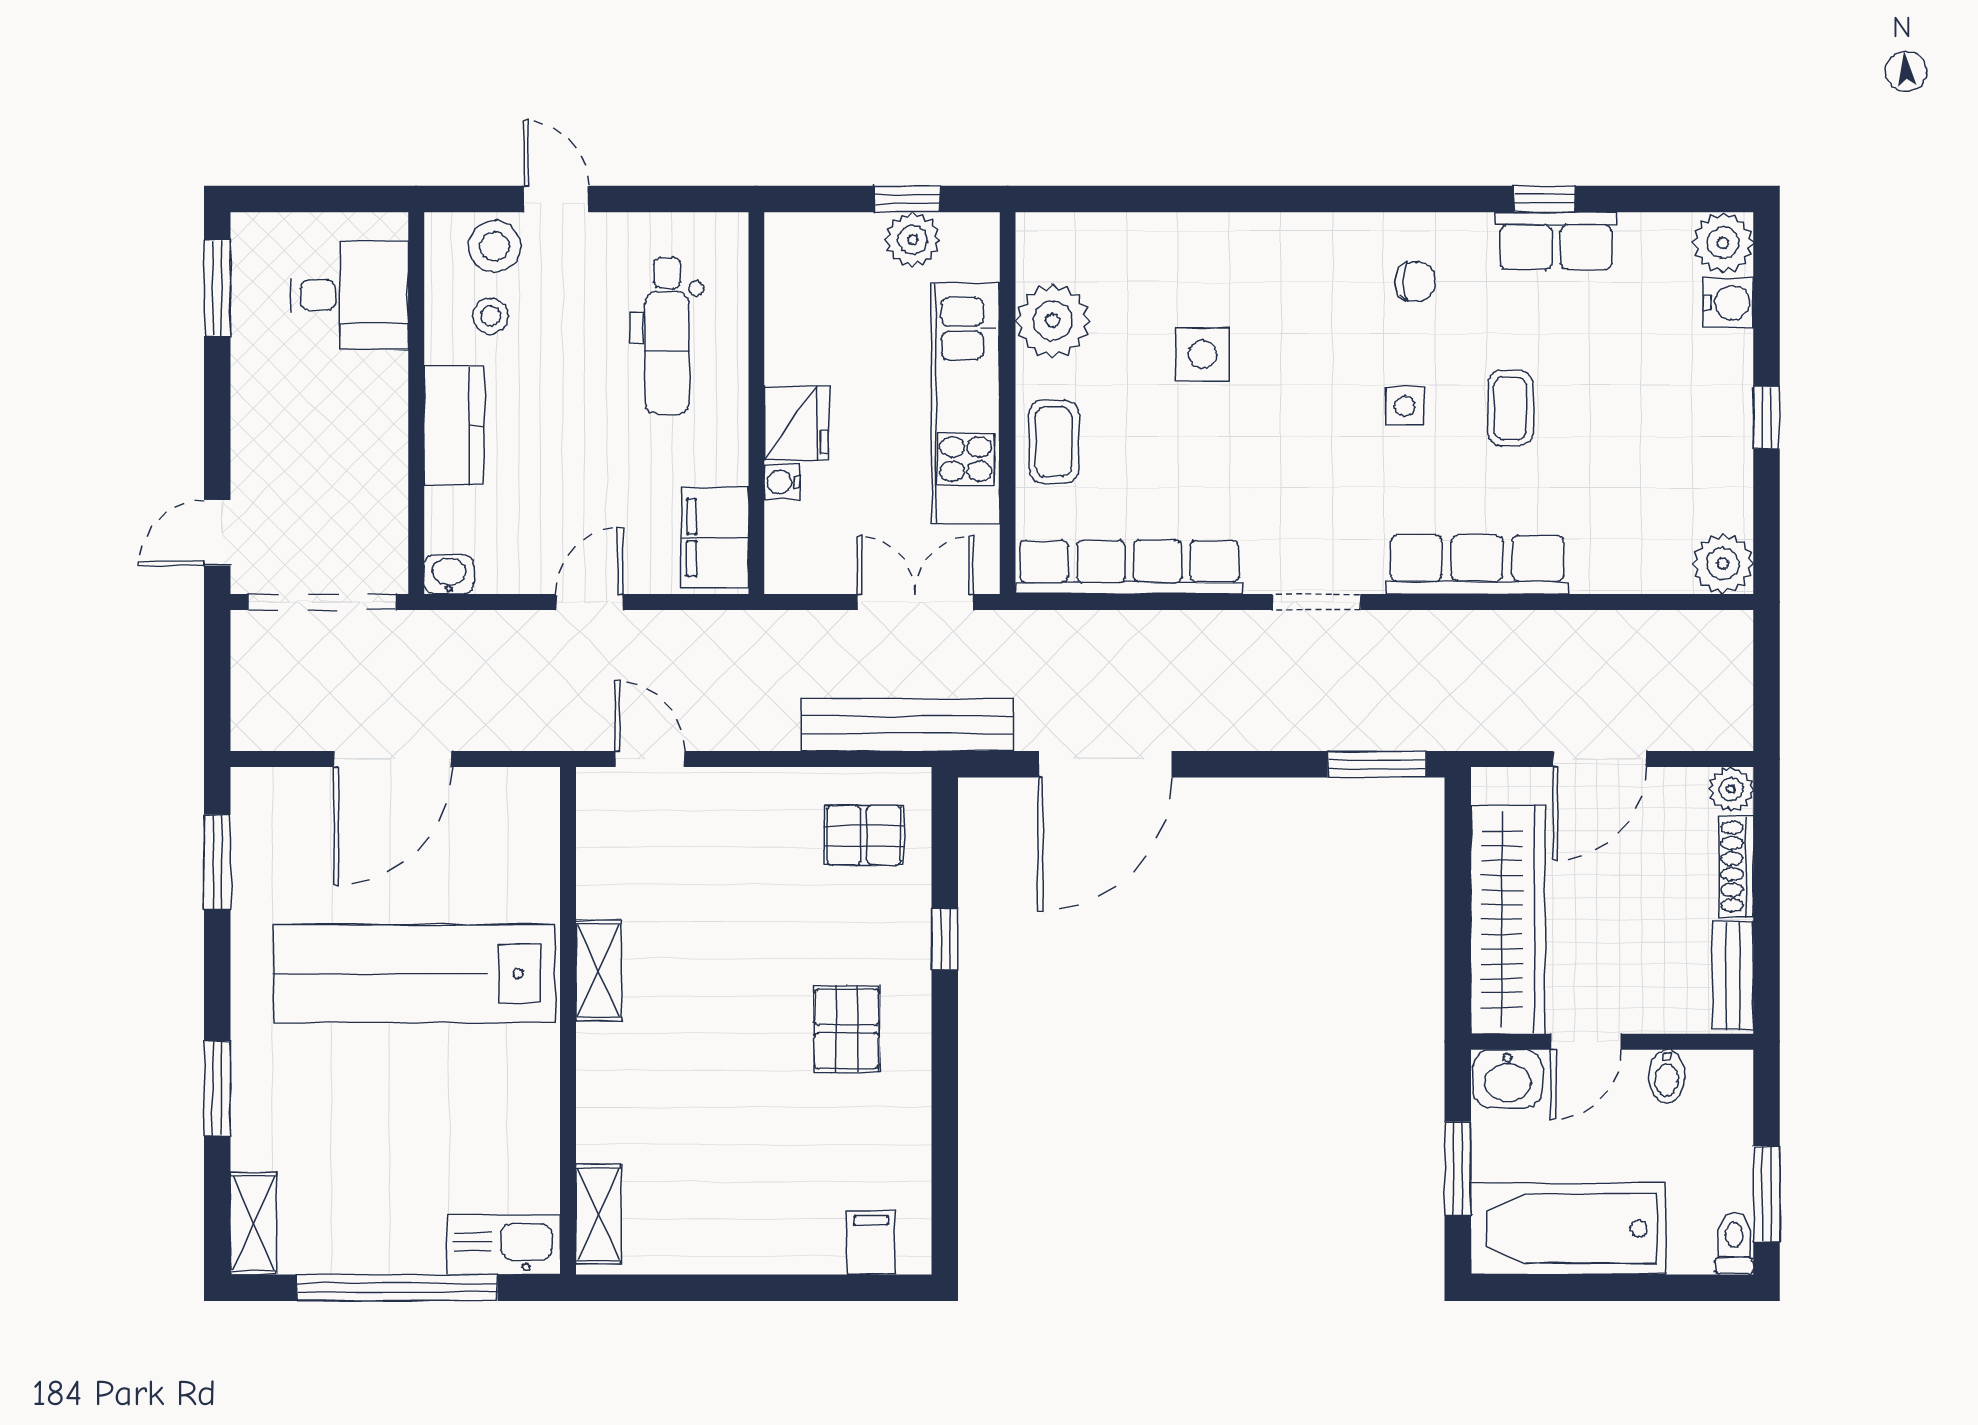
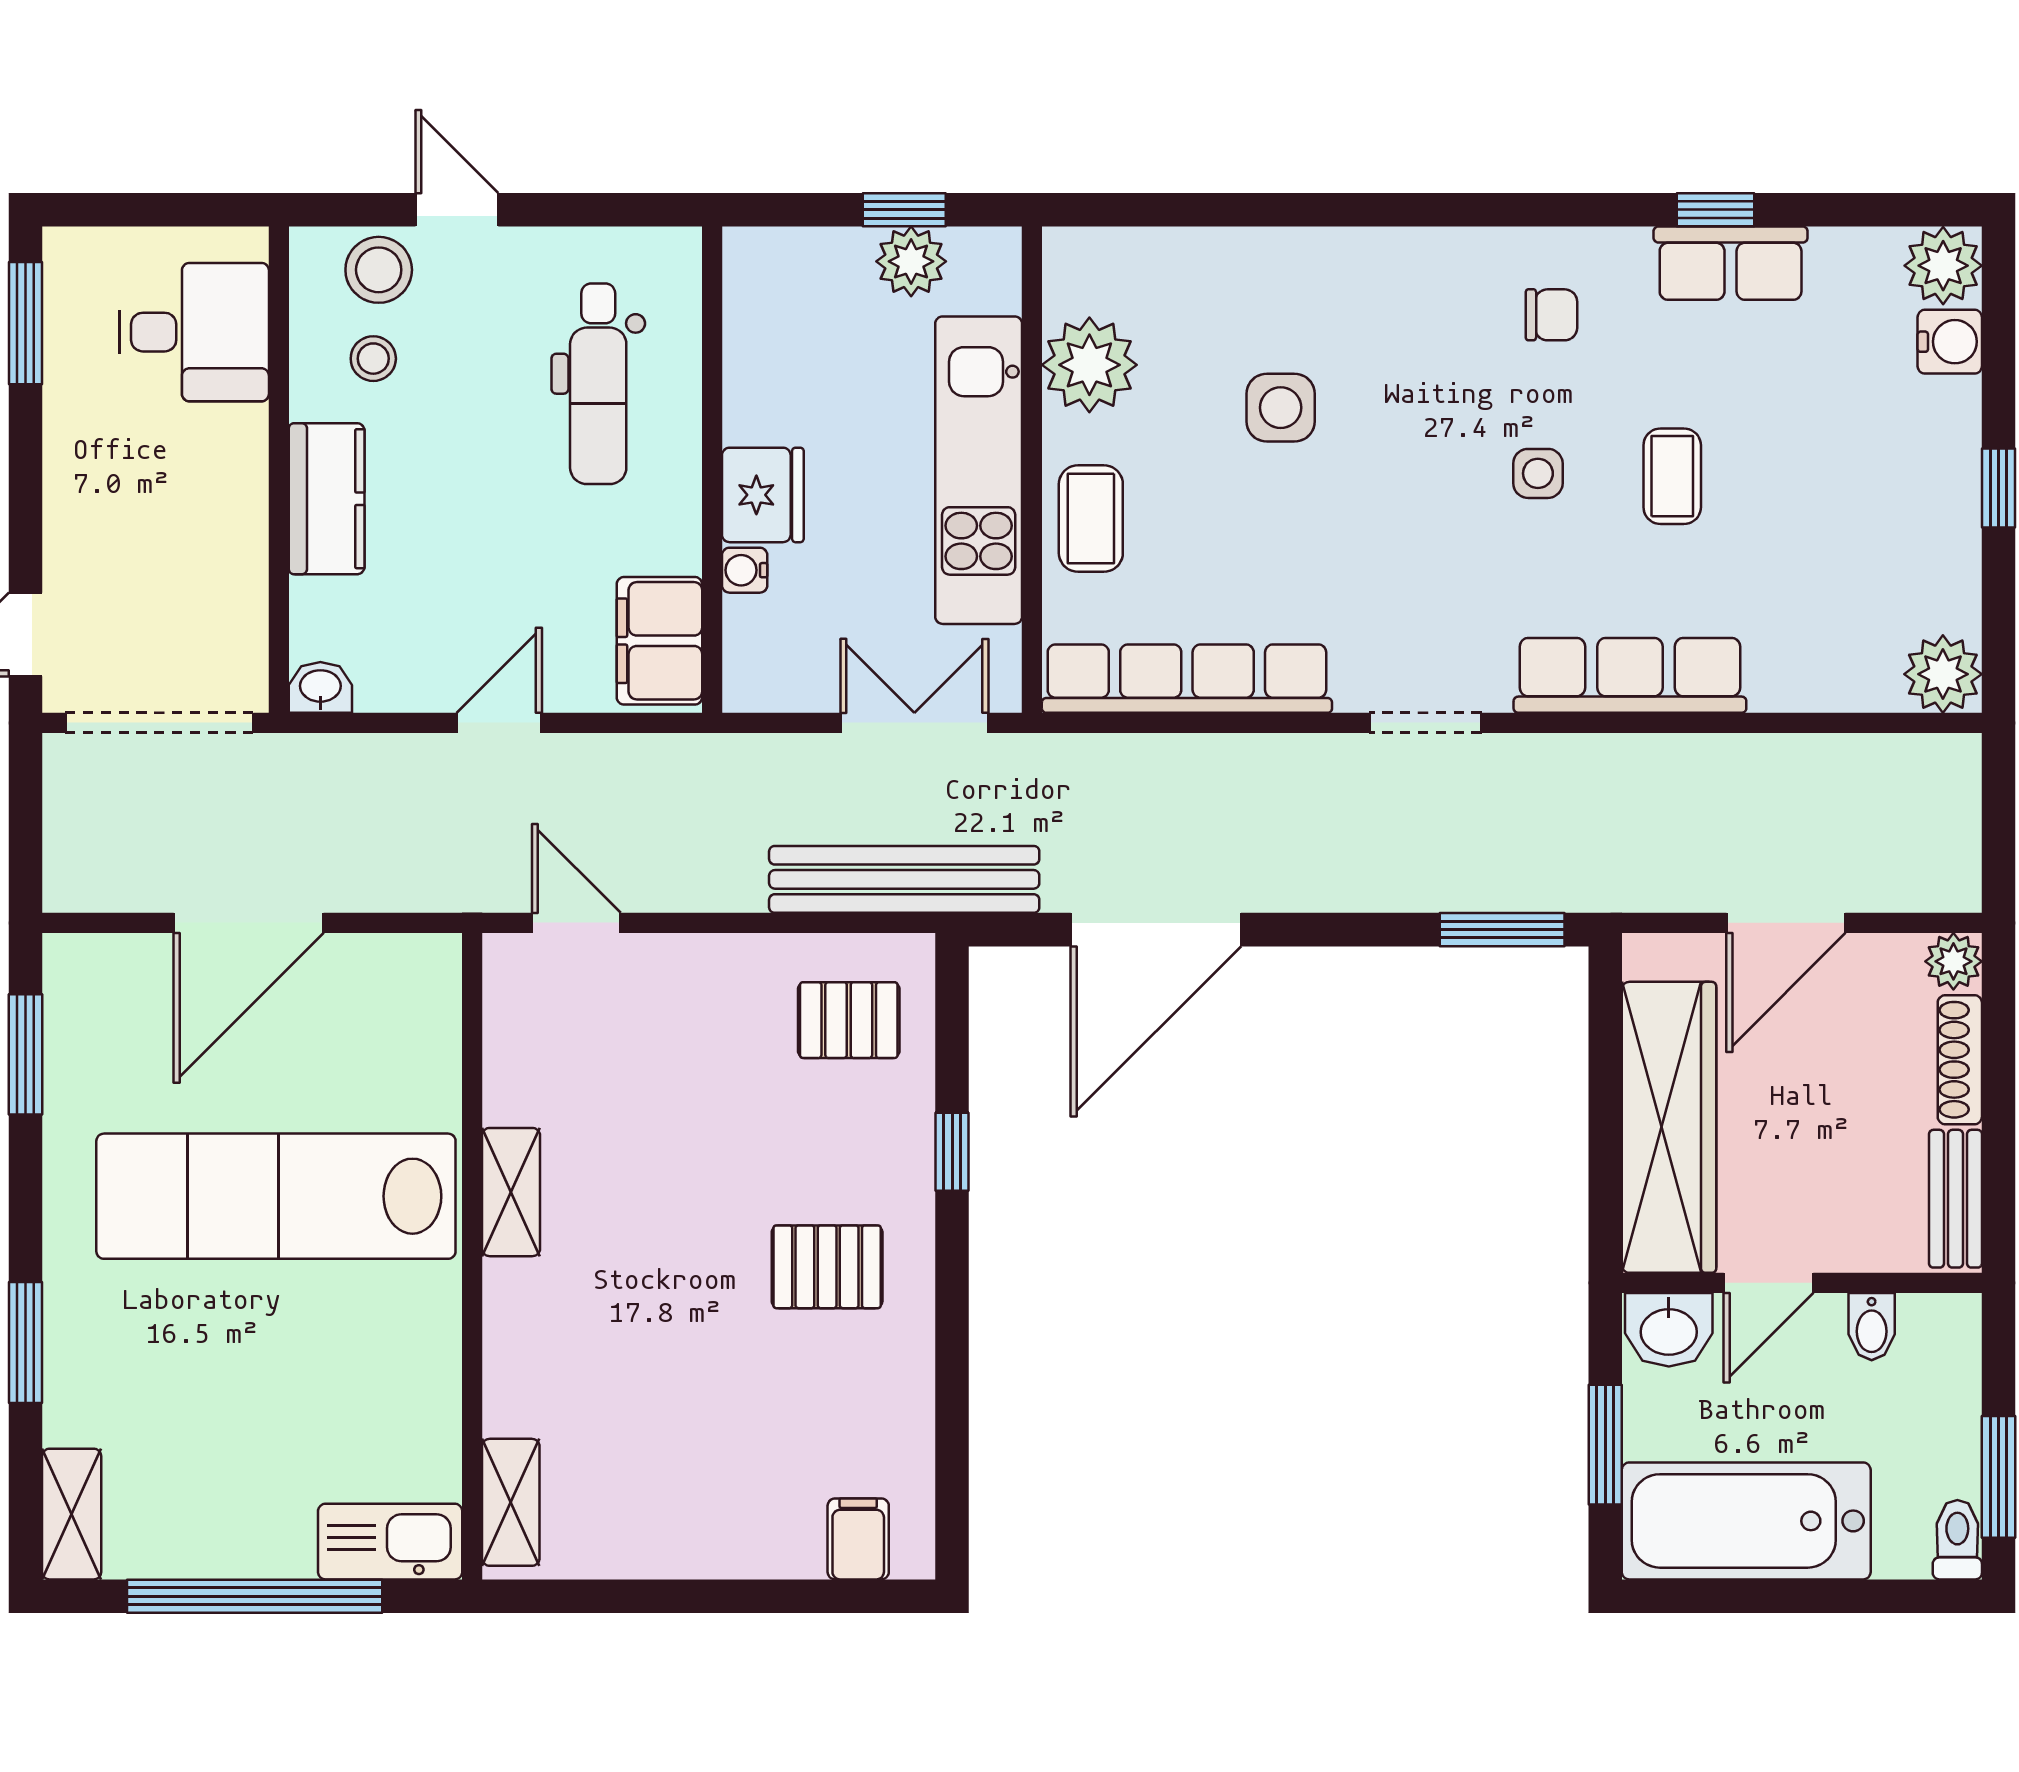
pallet: (847, 1029) -> (827, 1267), turned 90

